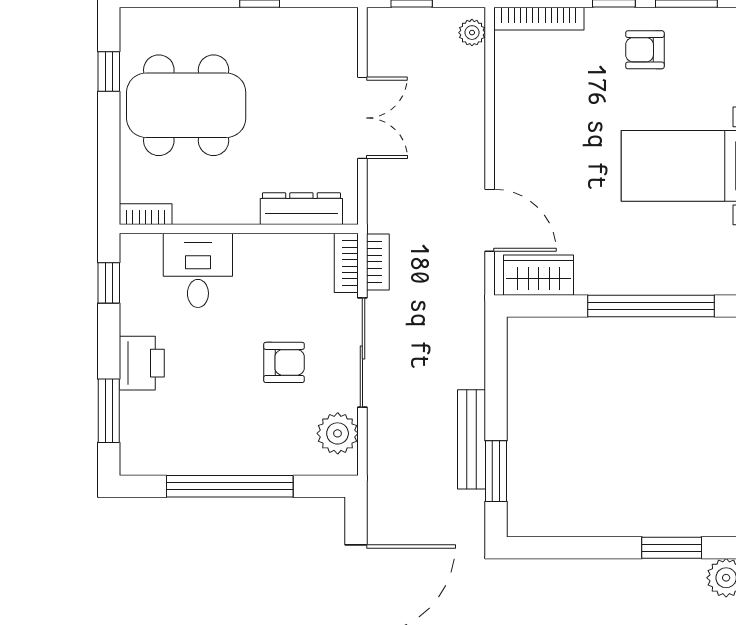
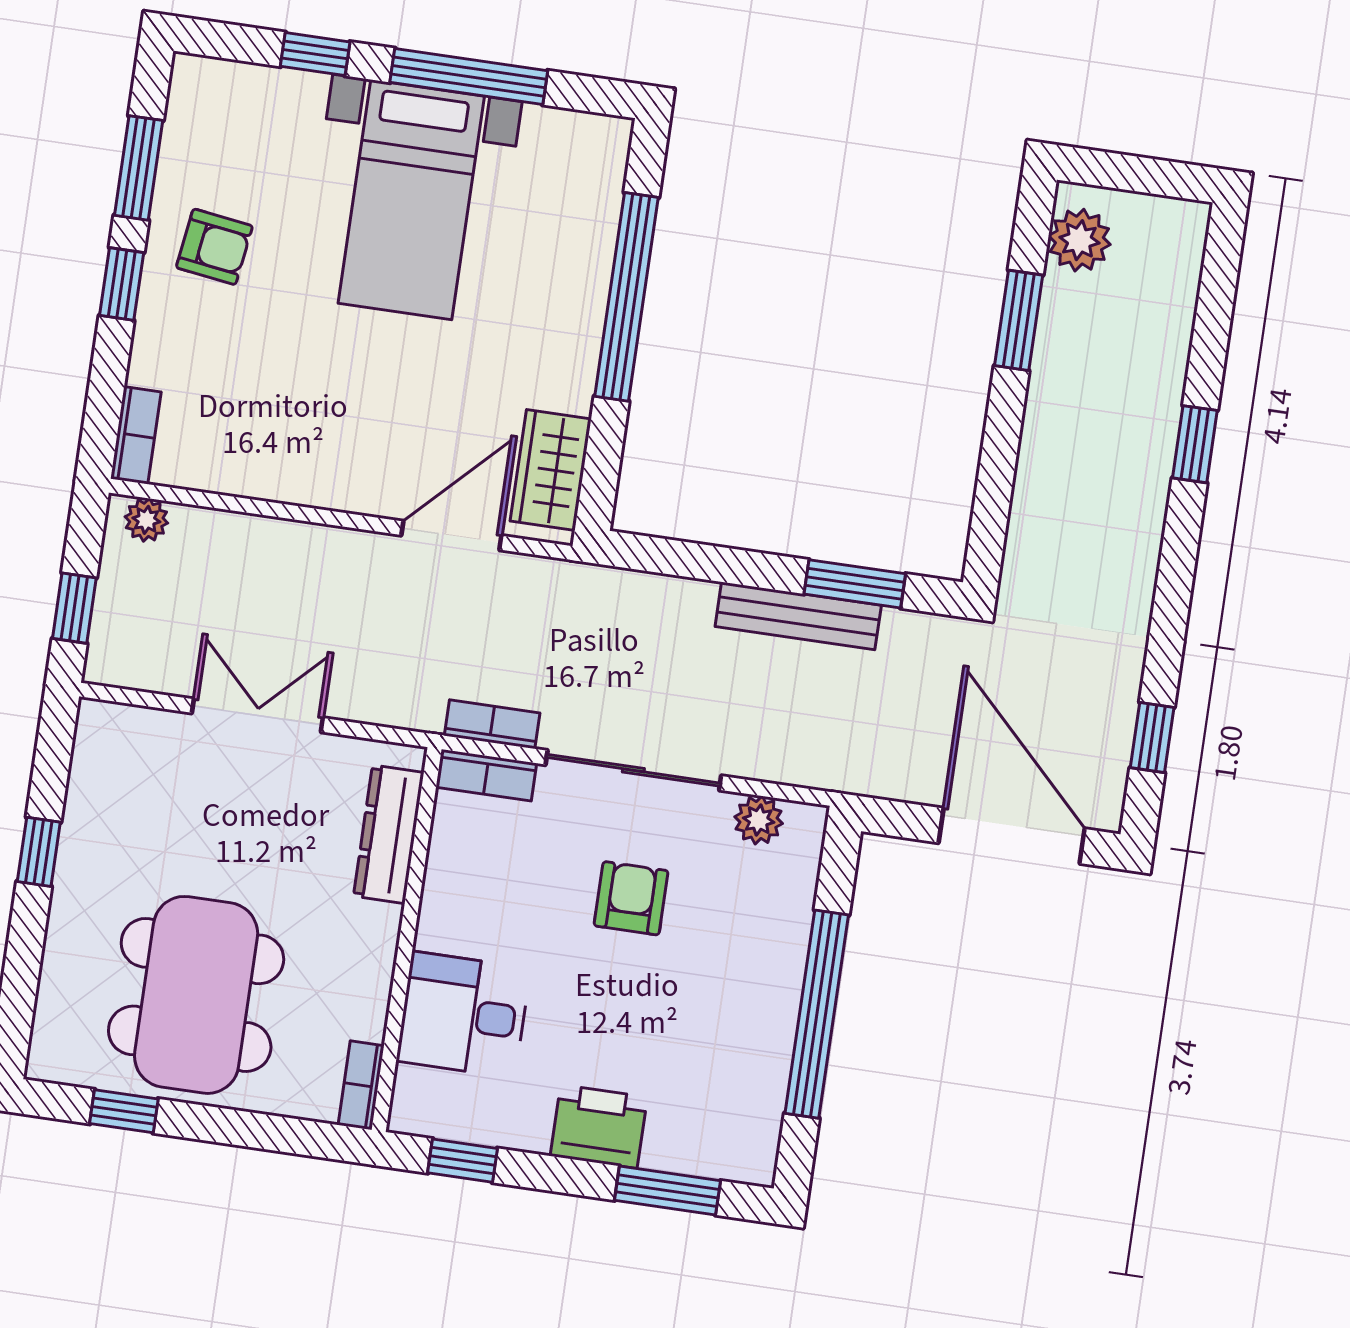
bookcase: (539, 19) -> (136, 435), width x0.64
armchair: (645, 50) -> (214, 247), turned -82
plant: (338, 433) -> (759, 820), width x0.73, depth x0.73

